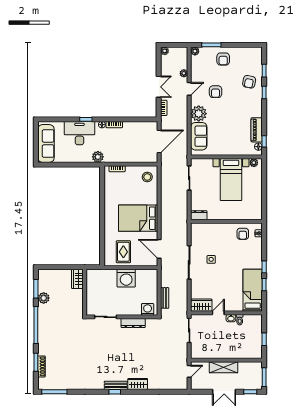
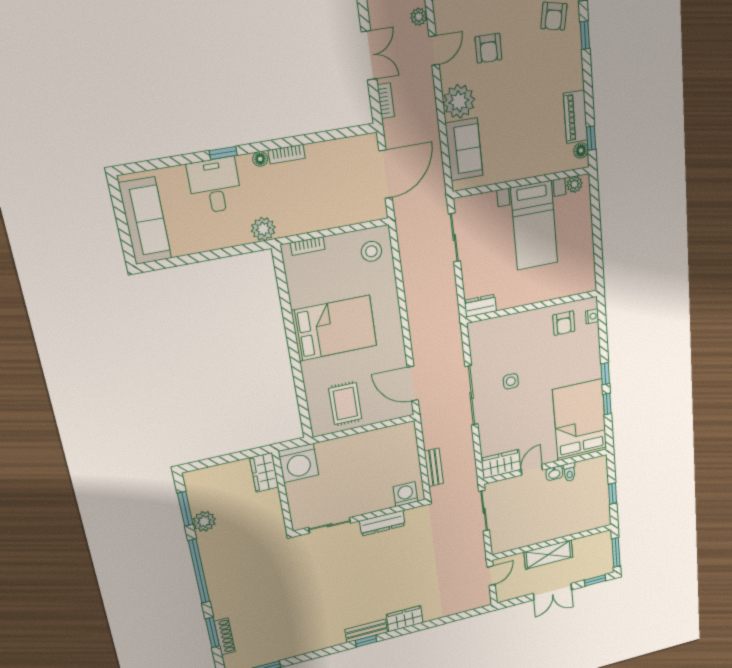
desk: (79, 133) -> (215, 186), width x0.73
bed: (138, 218) -> (334, 328), moved, turned 180
washing machine: (126, 278) -> (298, 463), moved
bed: (253, 290) -> (580, 420), width x1.50

